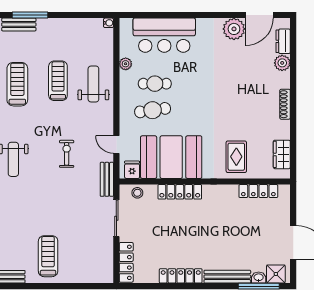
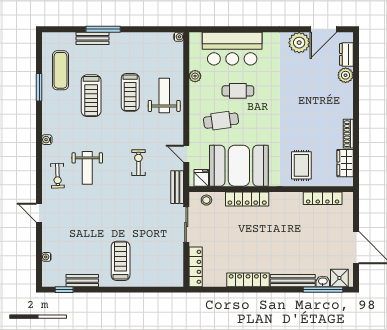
treadmill: (58, 81) -> (130, 92), turned 180
treadmill: (17, 84) -> (91, 96), turned 180
cafe table: (155, 84) -> (238, 91), moved
shoe rack: (285, 104) -> (348, 134), moved

